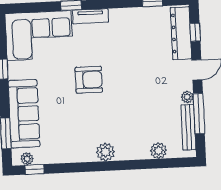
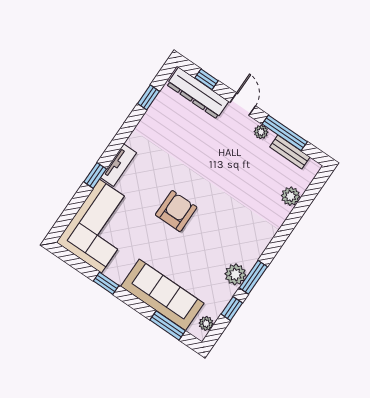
bench: (188, 127) -> (290, 152), width x0.73
plant: (105, 152) -> (235, 274), moved
window: (83, 167) -> (253, 277), added
window: (34, 169) -> (232, 309), moved

